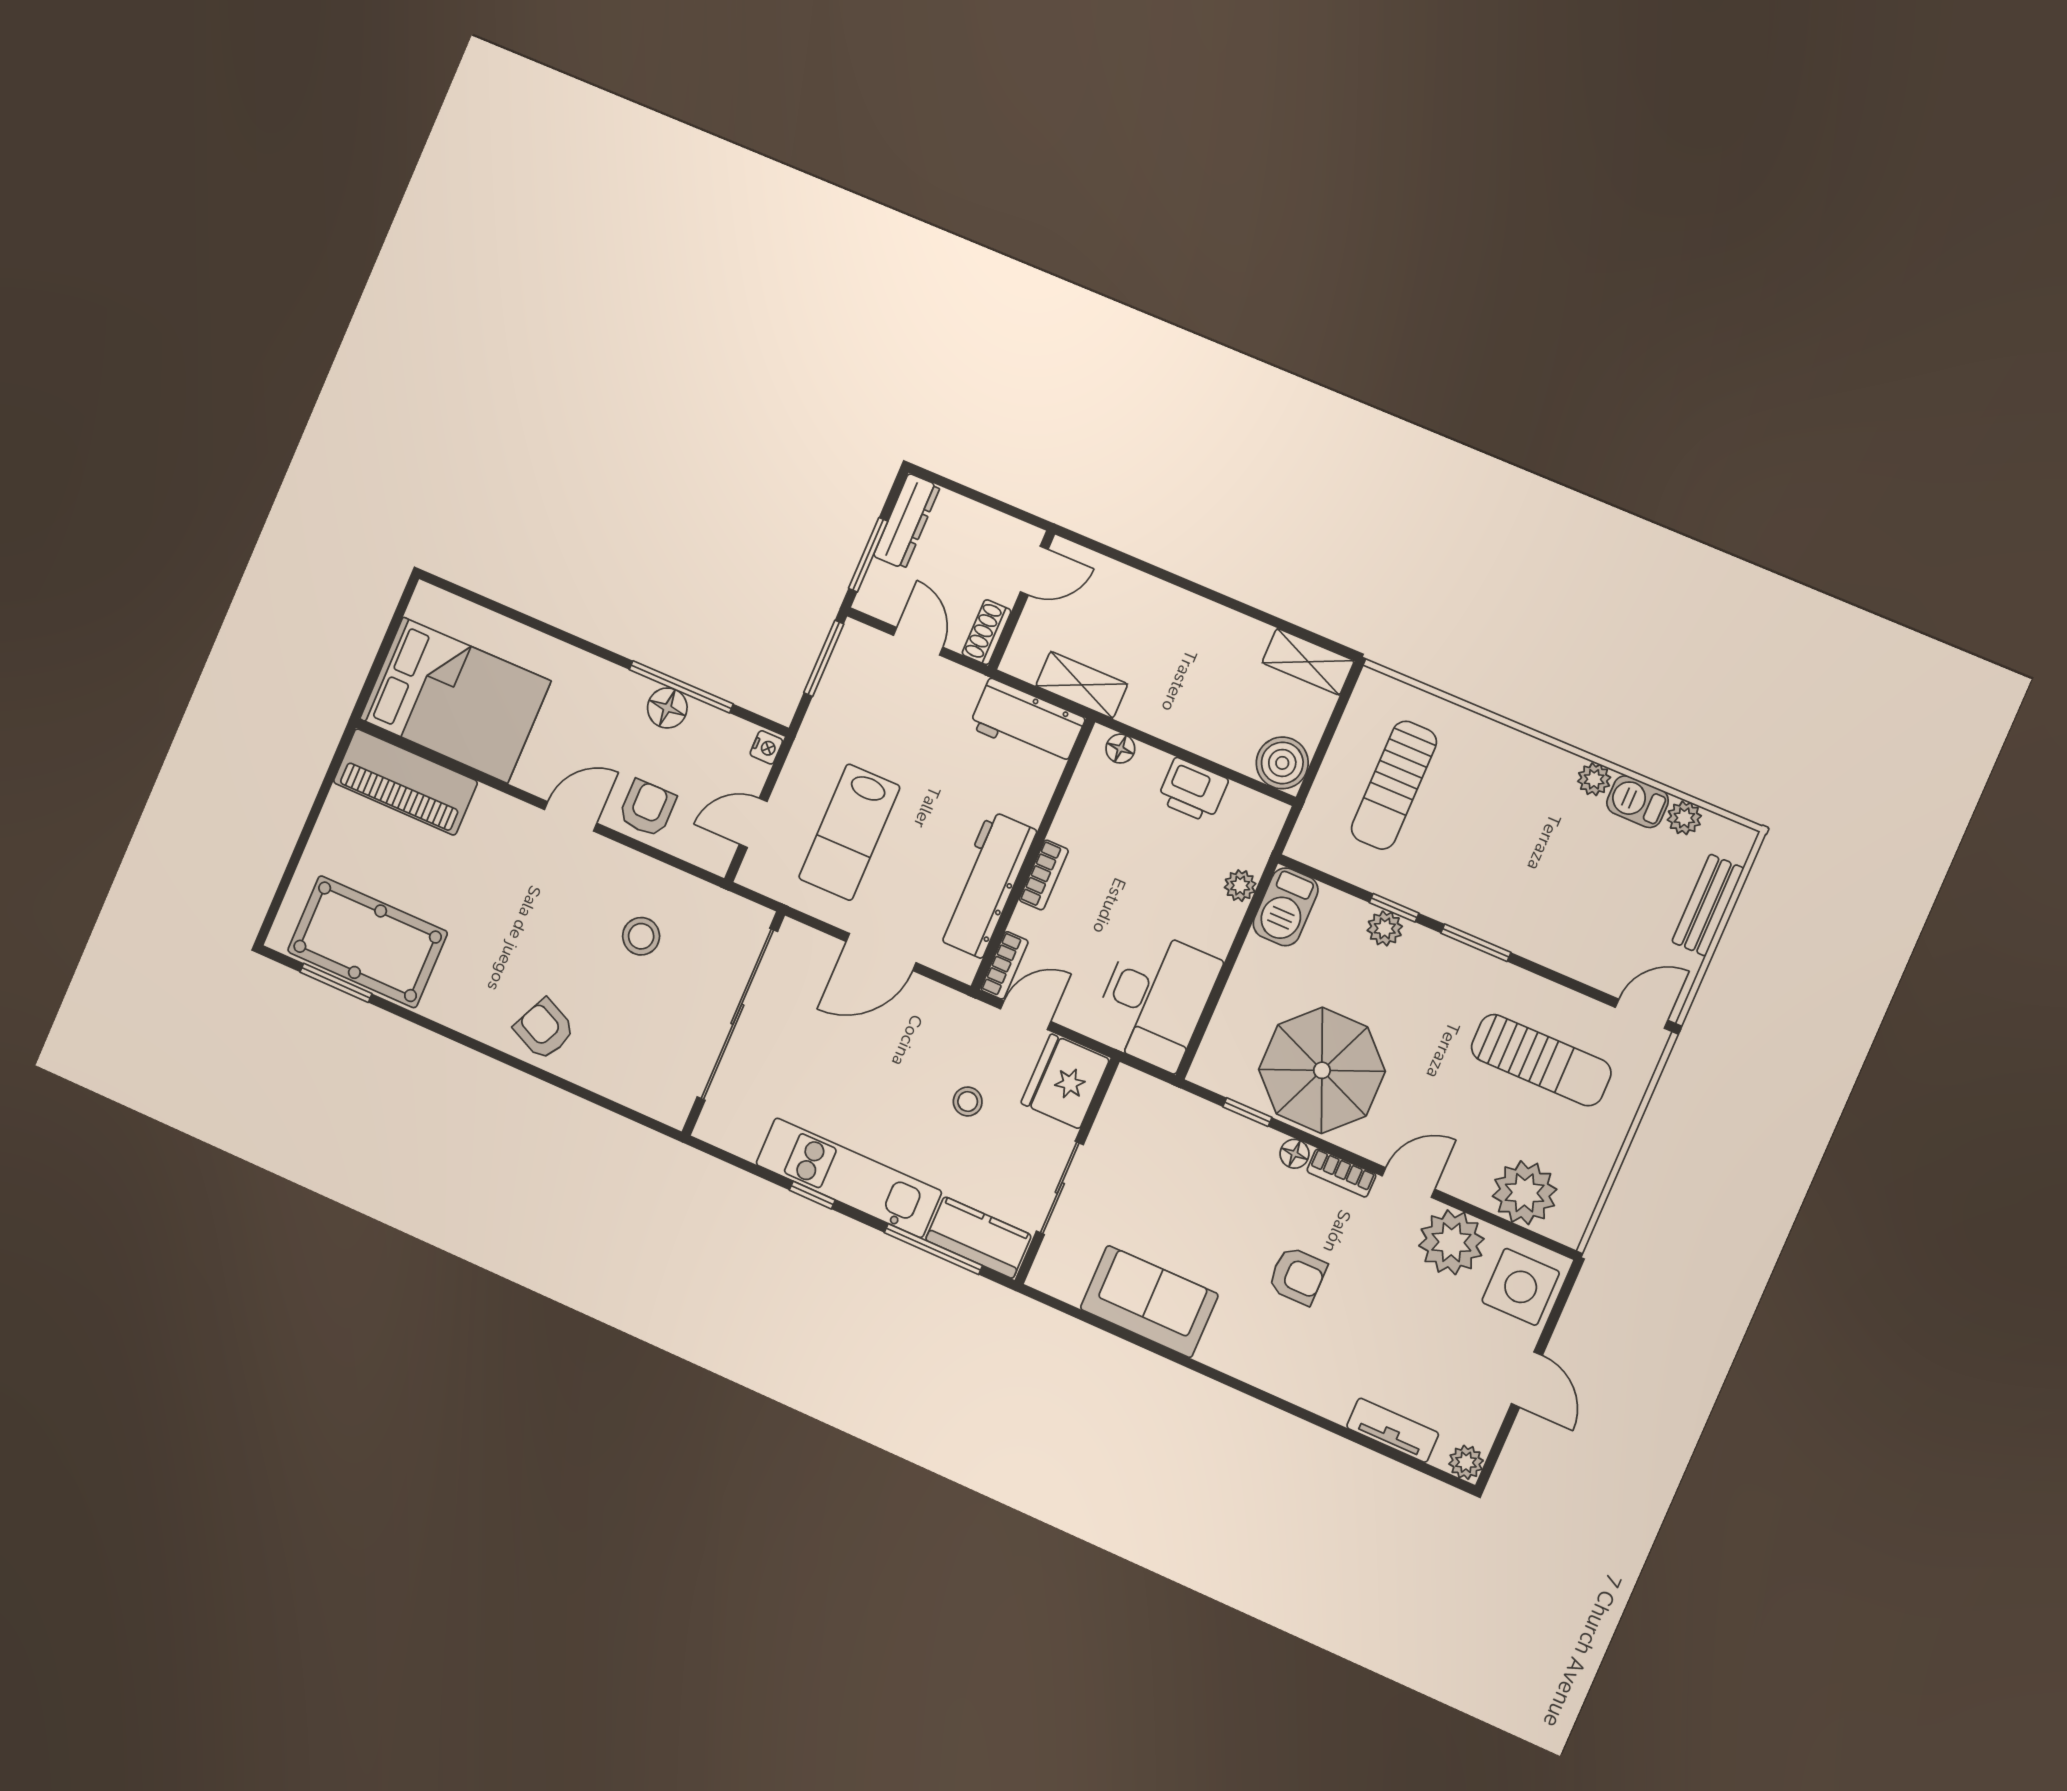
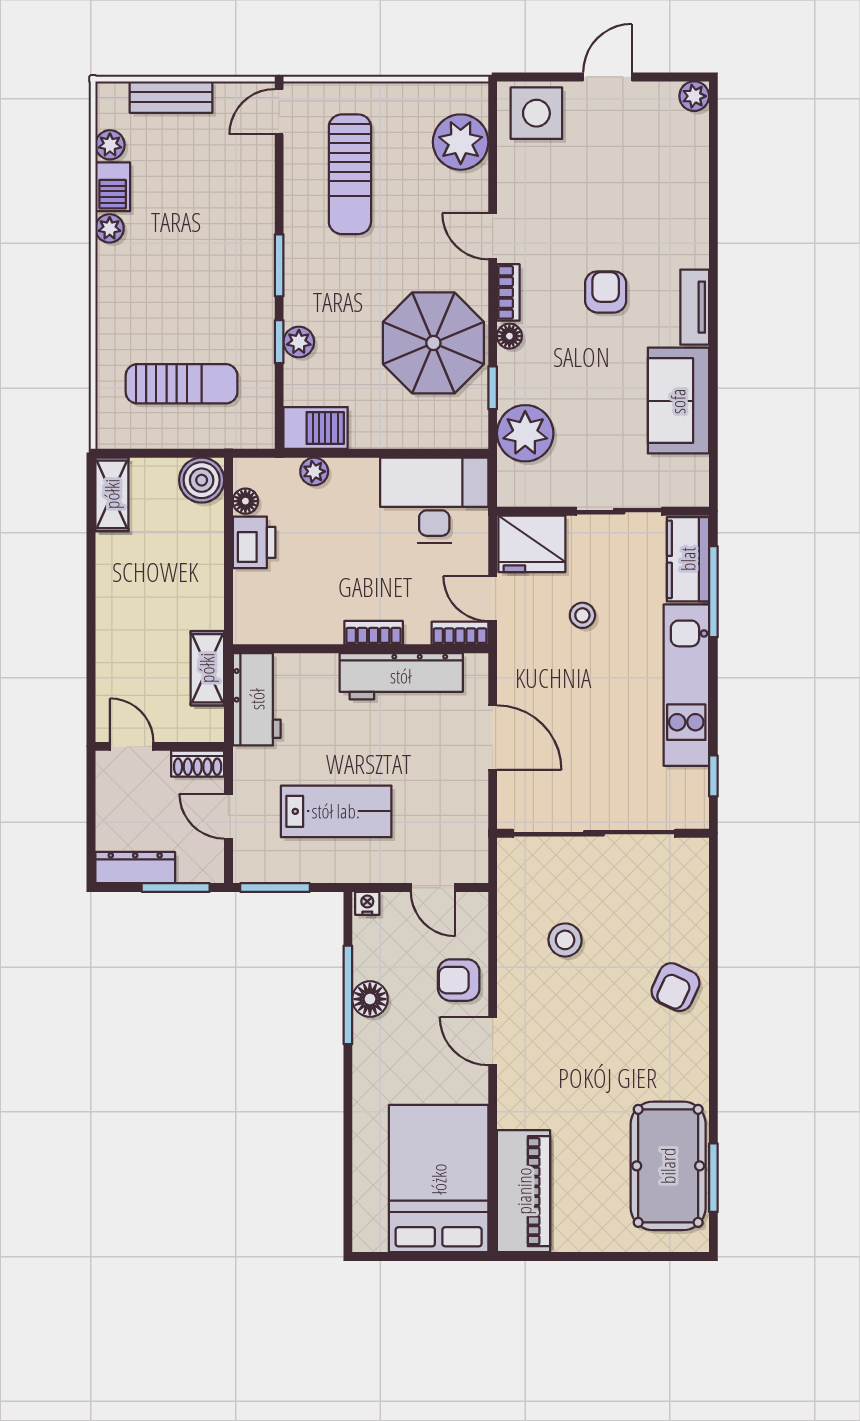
door: (918, 641) -> (228, 816), hinge flipped
floor lamp: (1120, 749) -> (245, 501), moved
lab bench: (849, 832) -> (336, 811), moved
door: (1642, 1014) -> (279, 112), hinge flipped
sun lounger: (1541, 1060) -> (350, 174), turned 180
window: (812, 1195) -> (713, 776), moved
plant: (1451, 1242) -> (525, 433), moved
tv unit: (1393, 1430) -> (695, 307), moved

